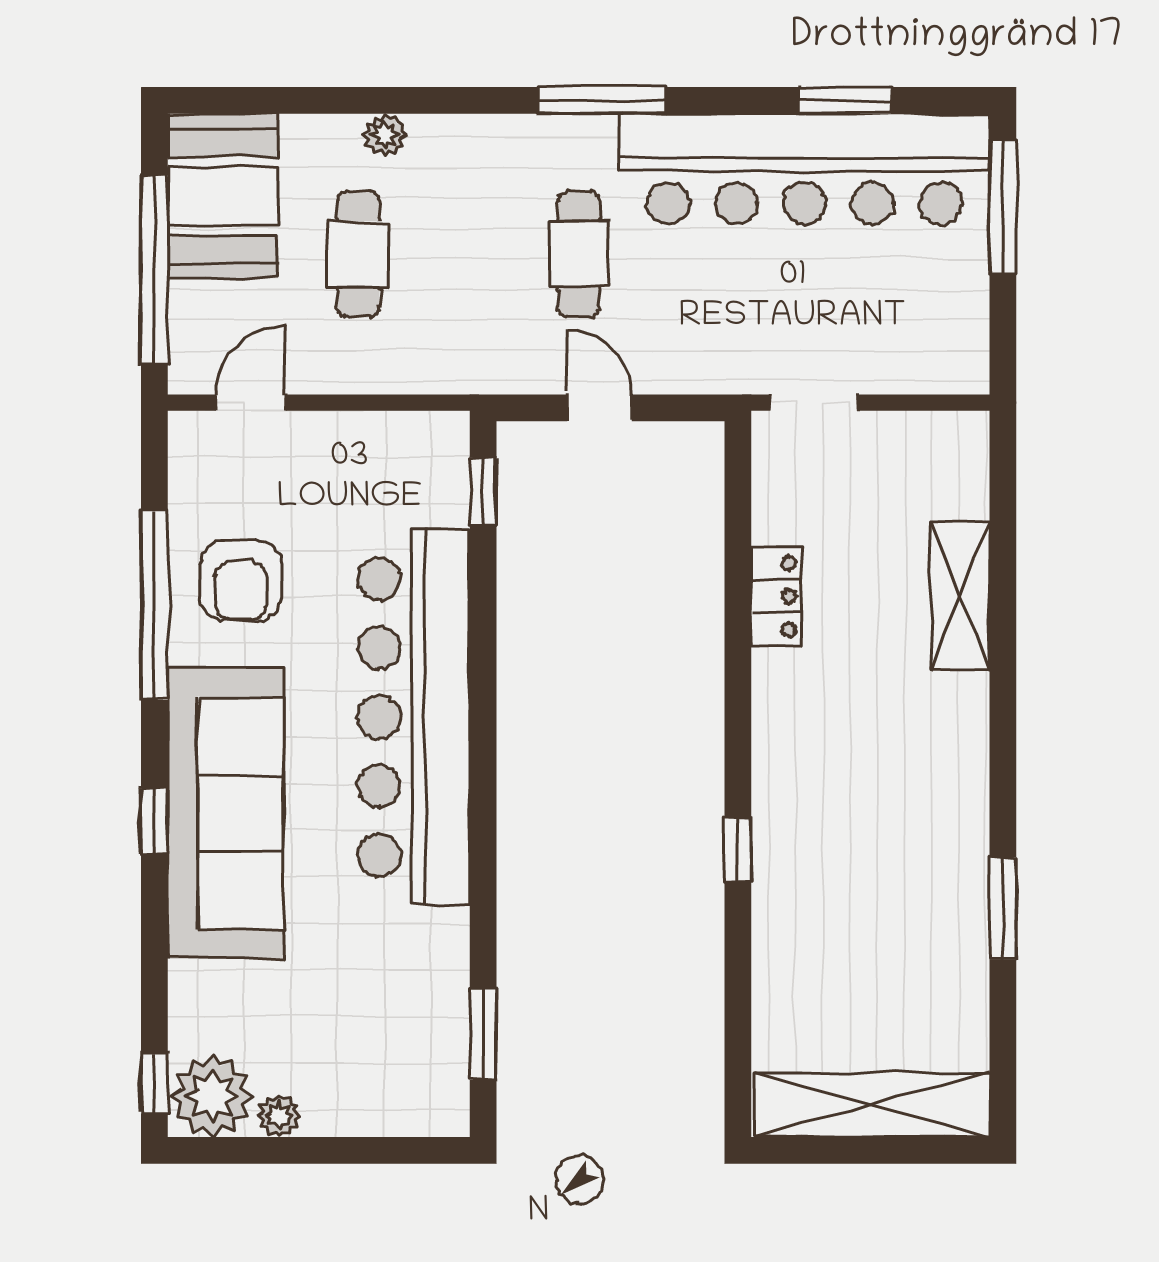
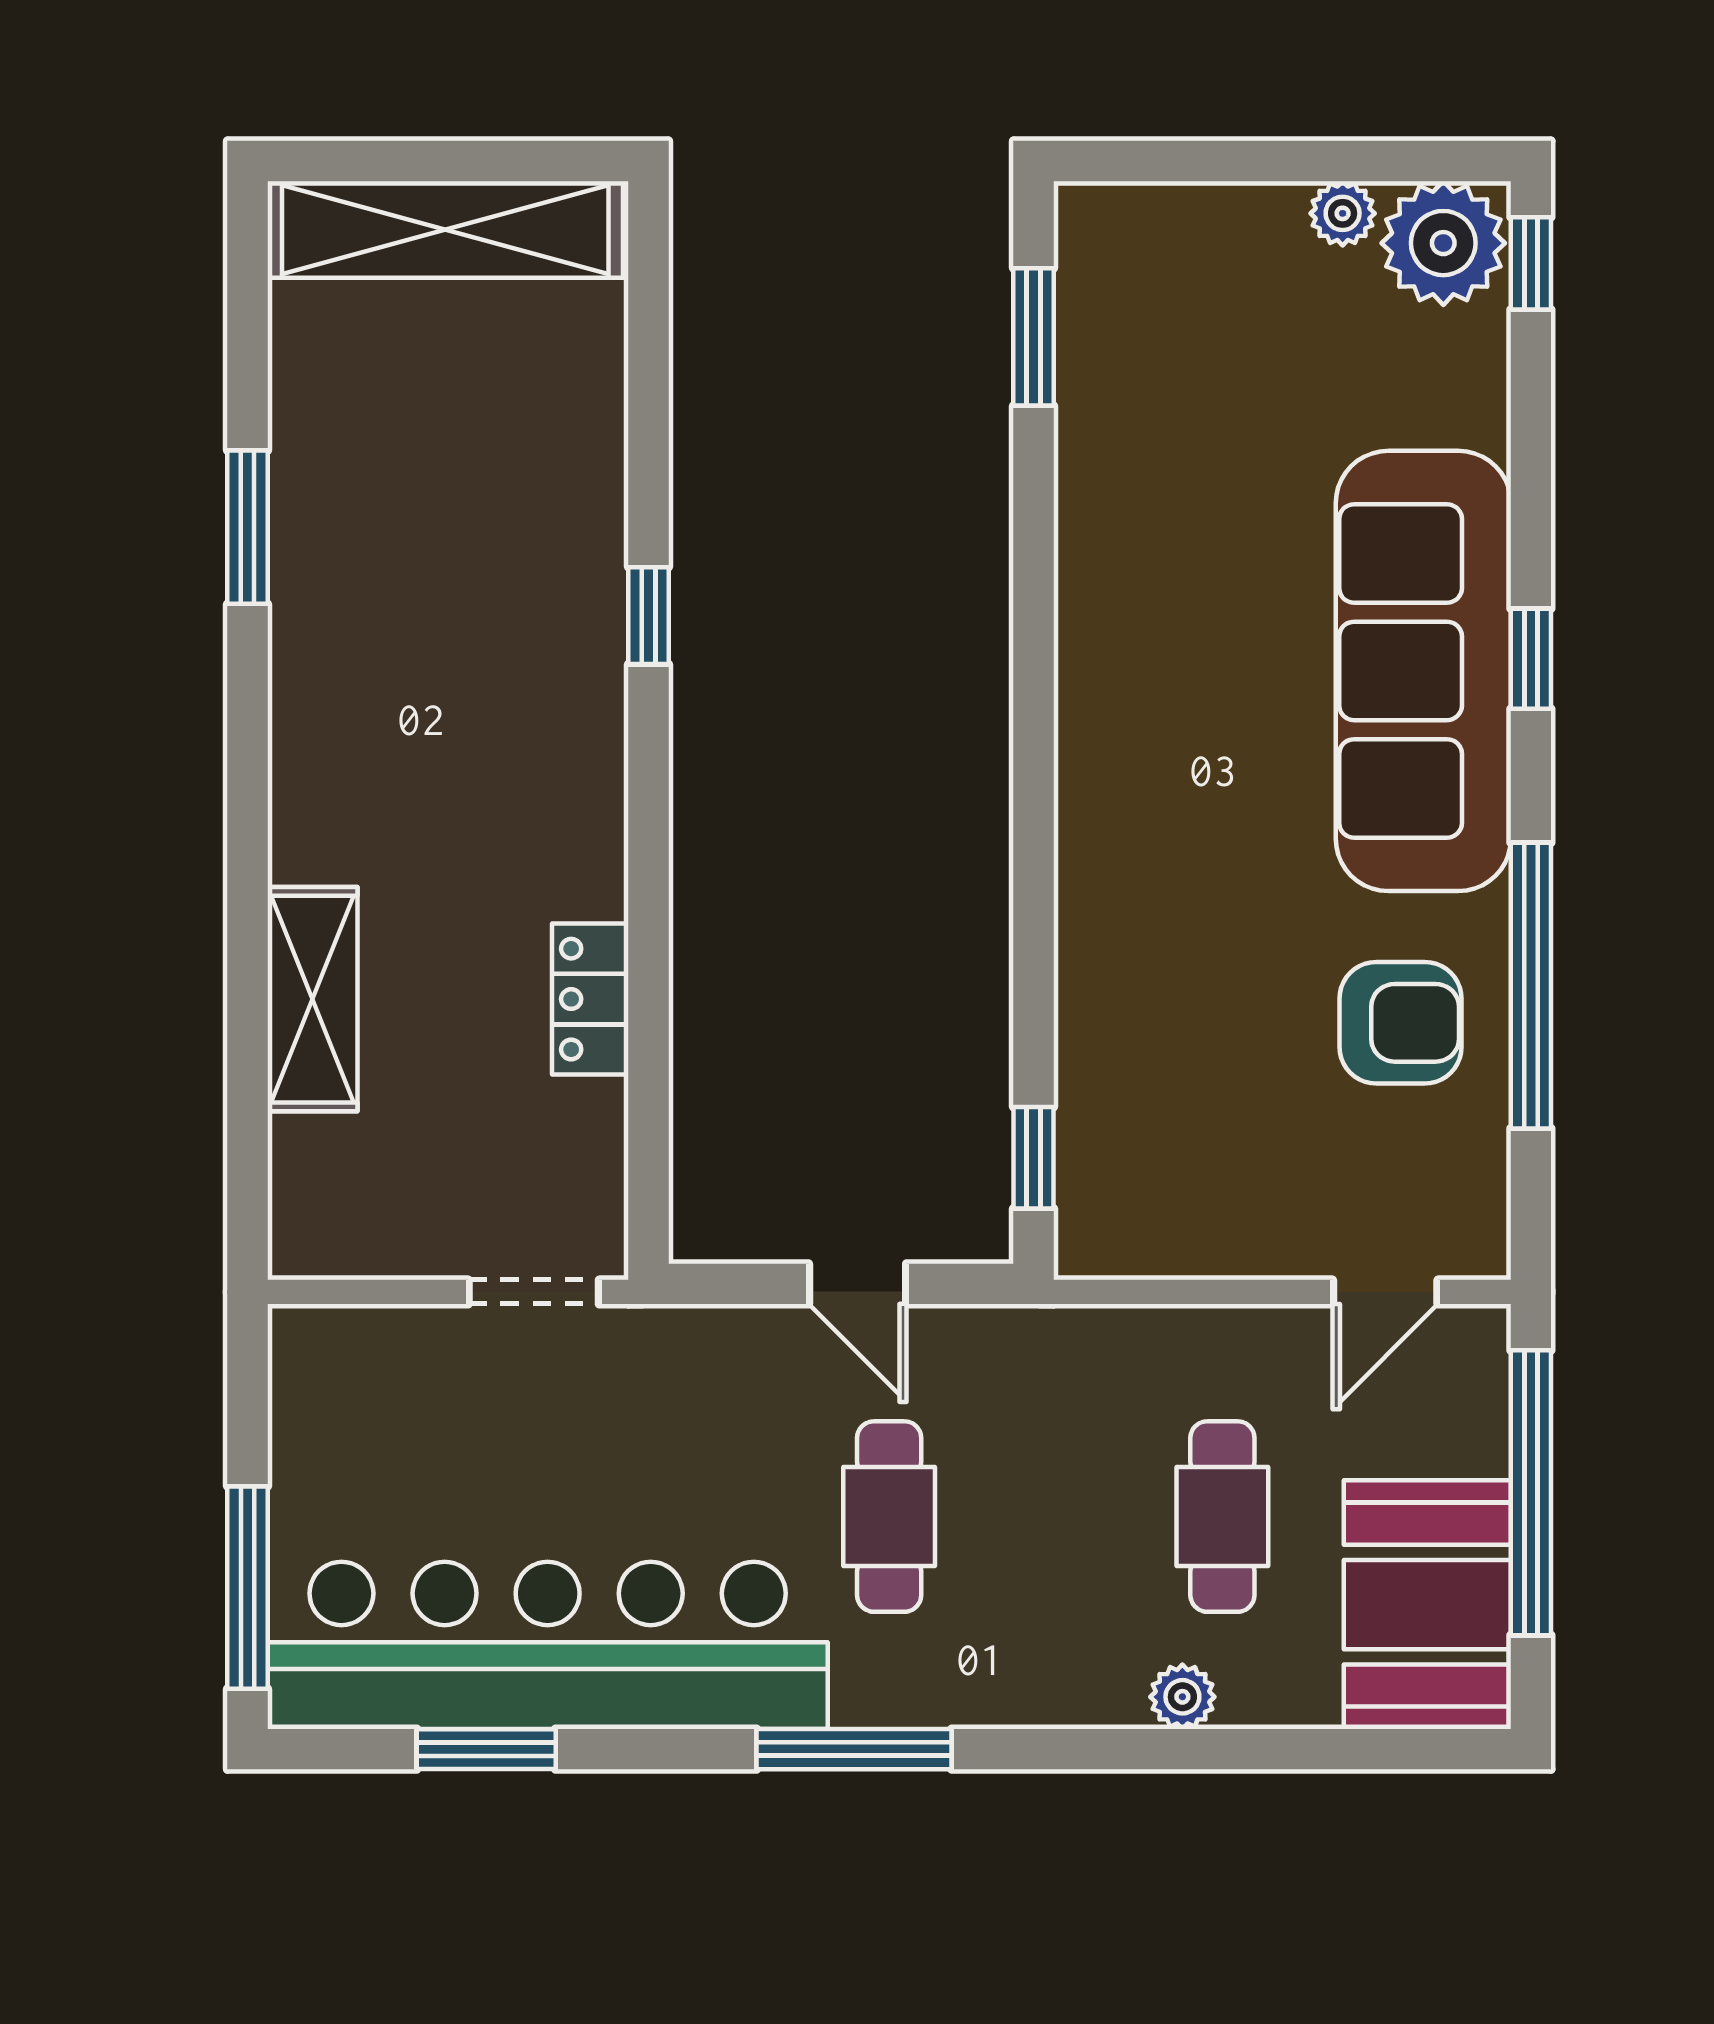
armchair: (241, 581) -> (1400, 1023), turned 90
bar counter: (414, 717) -> (1138, 816), removed

